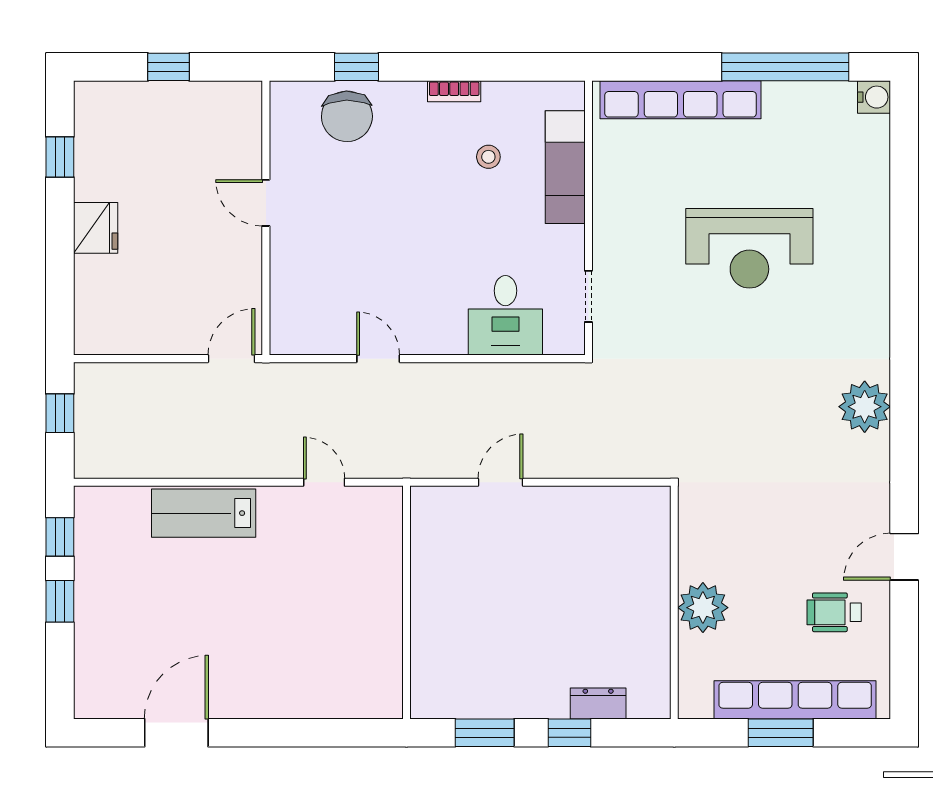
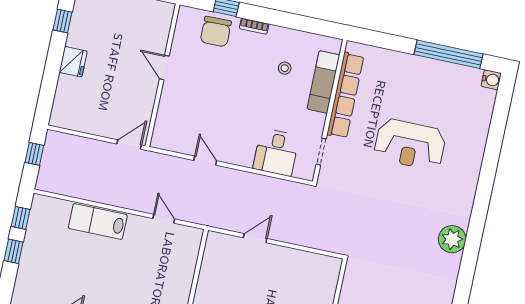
bookcase: (454, 91) -> (254, 26), moved
row of seats: (681, 100) -> (345, 95), moved, turned -90

